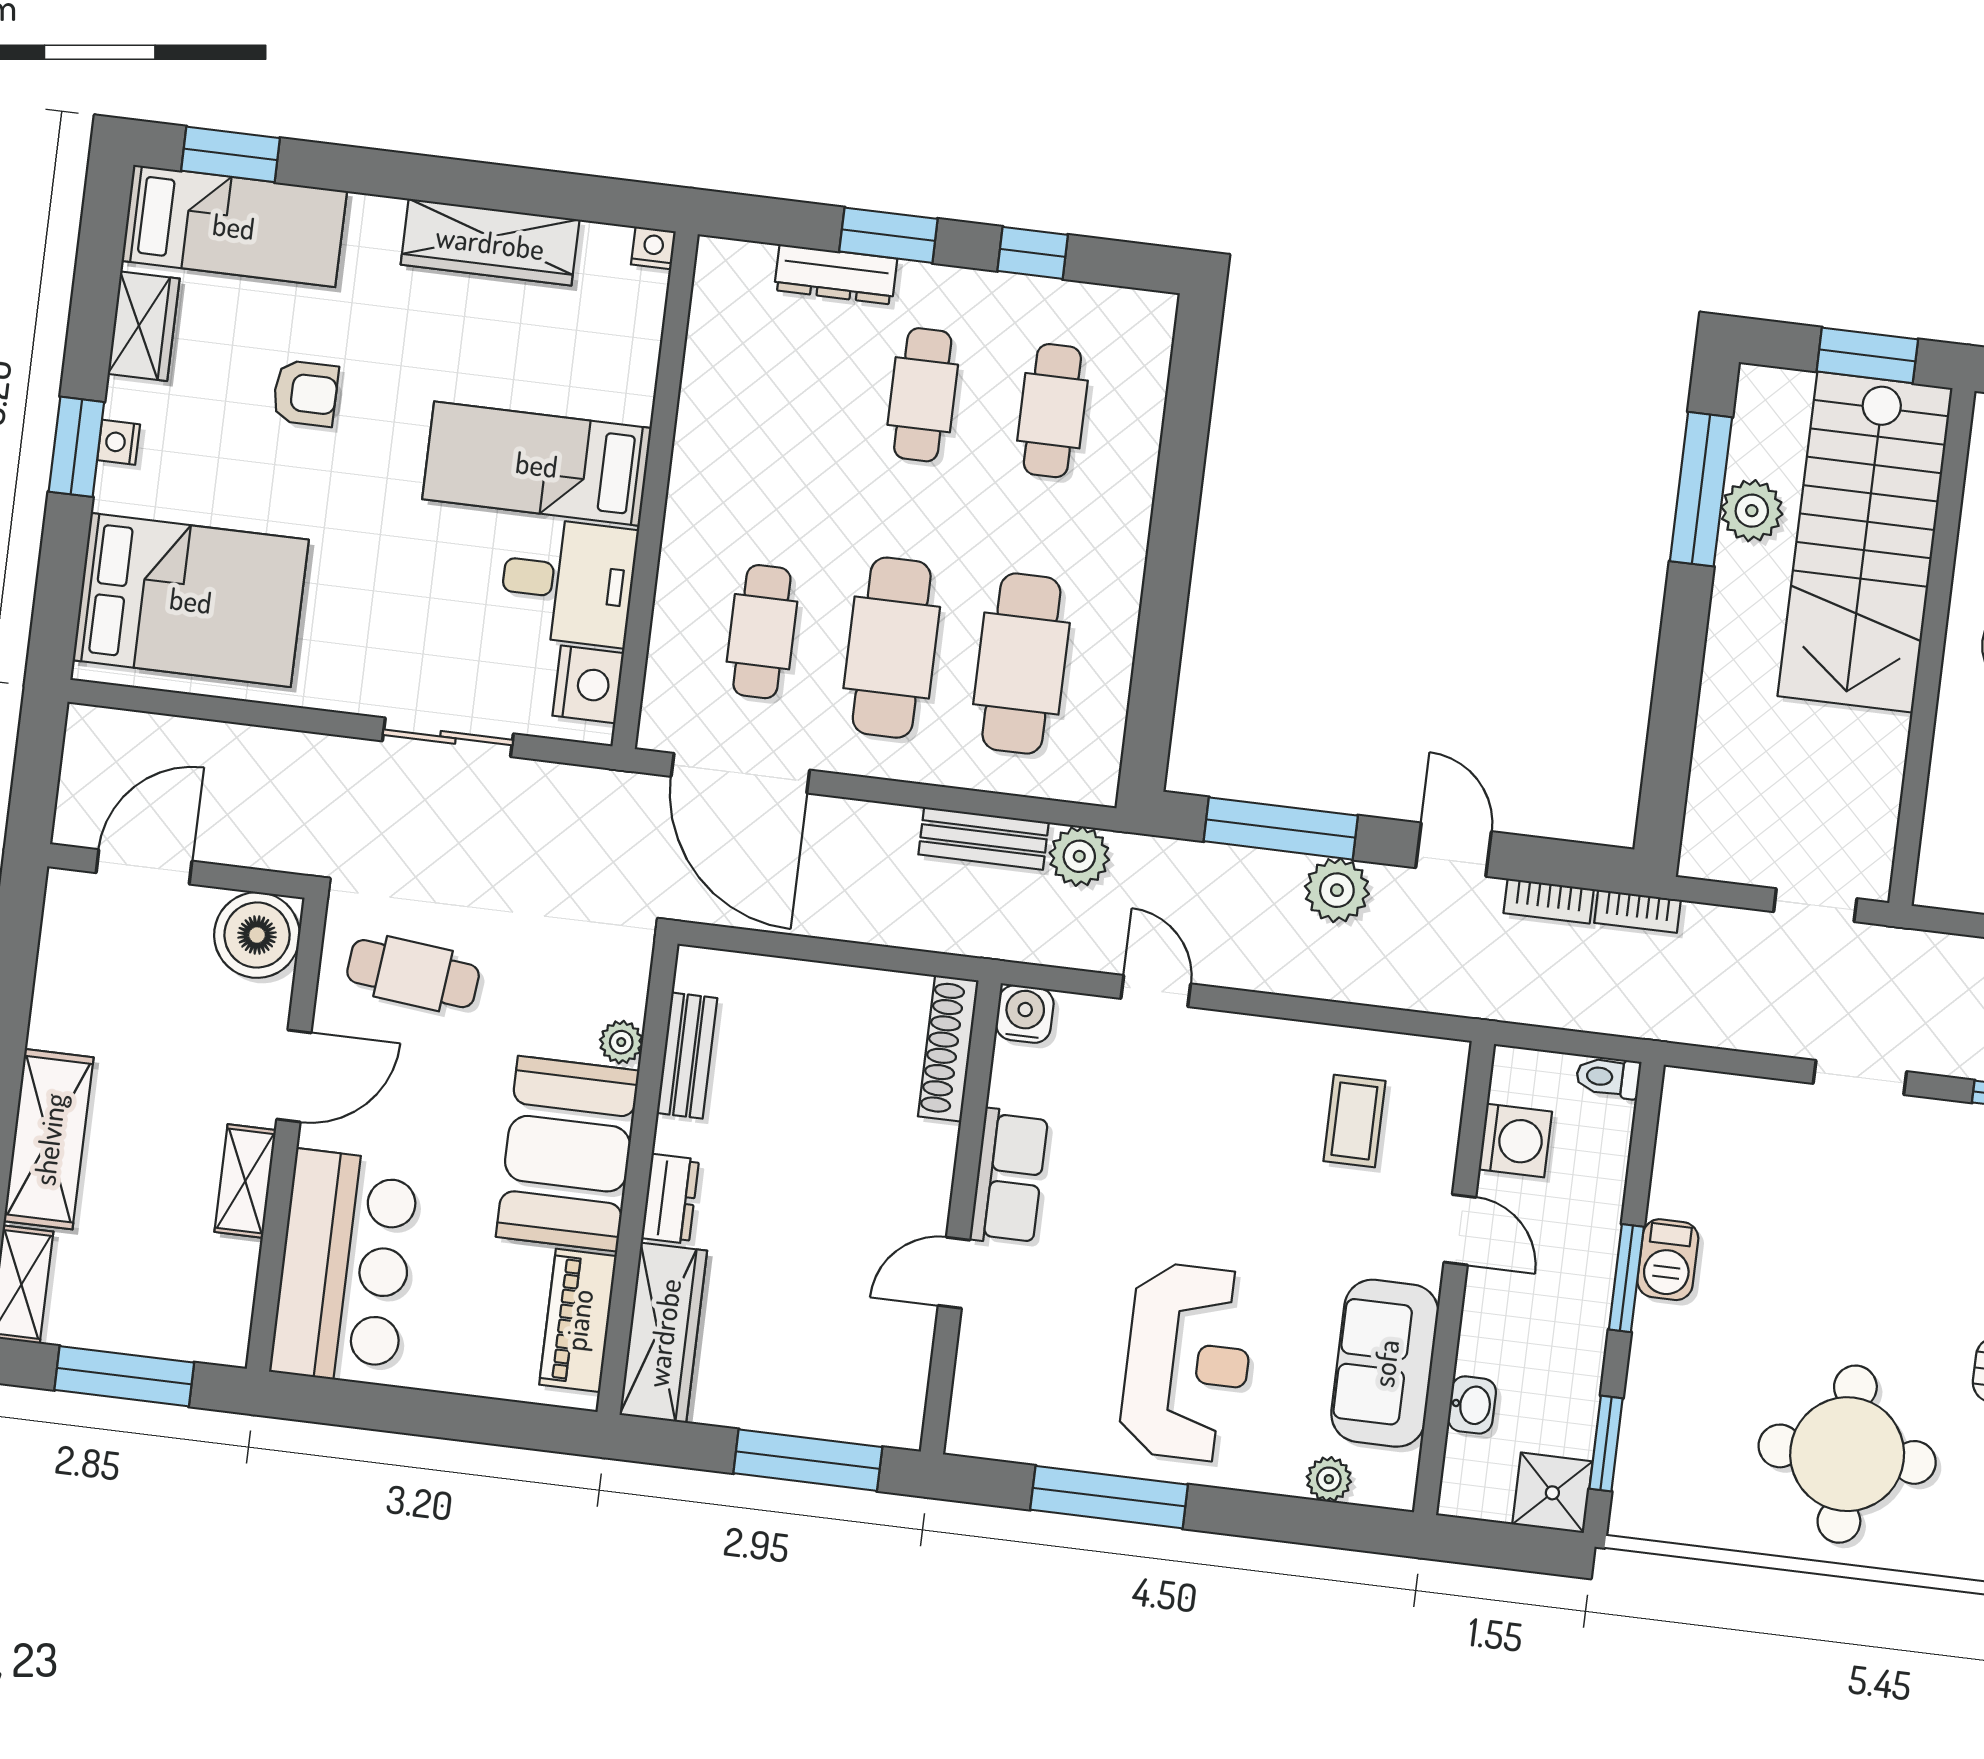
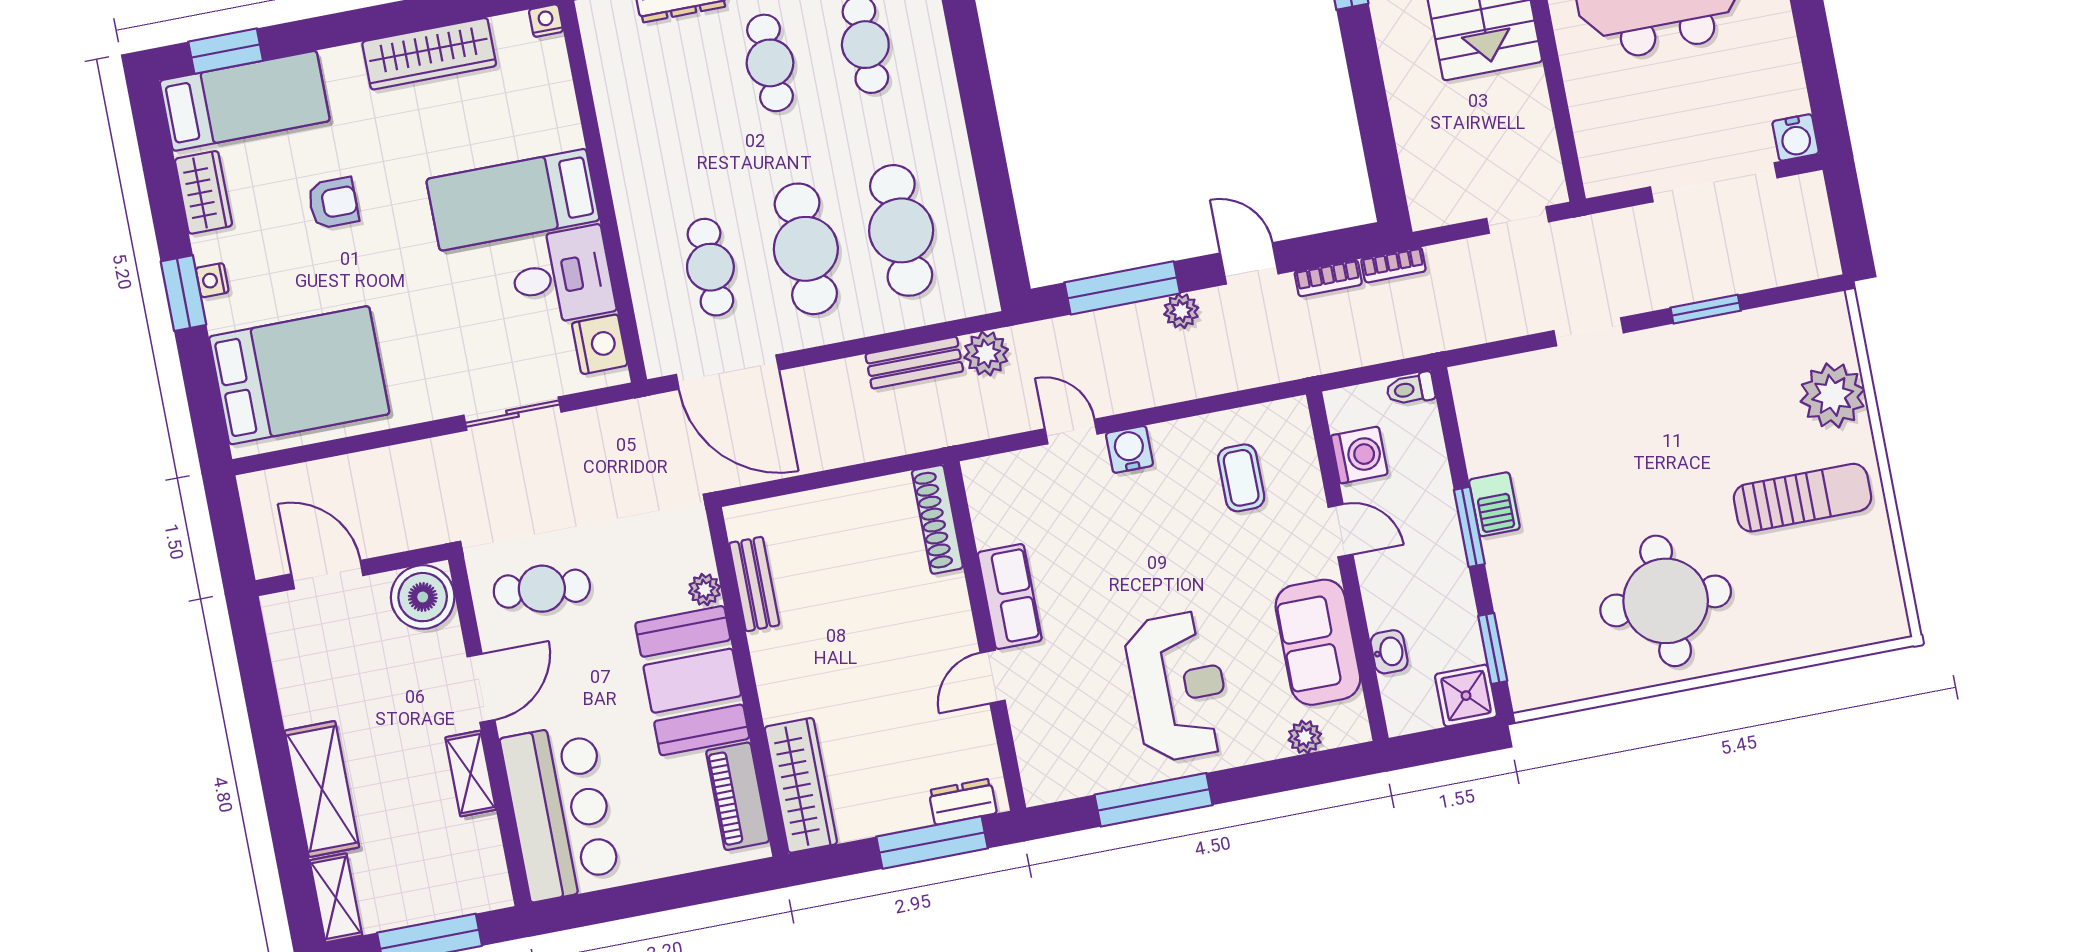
door: (144, 867) -> (327, 575), hinge flipped
plant: (1337, 890) -> (1181, 311), width x0.73, depth x0.73
water cooler: (1025, 1014) -> (1129, 449), moved
dresser: (670, 1199) -> (963, 802), moved, turned -90

